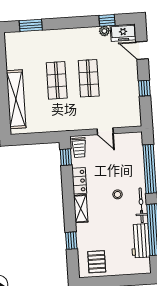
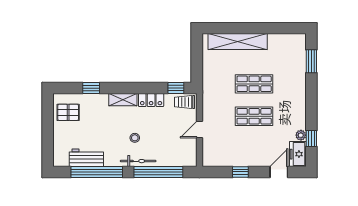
bicycle: (141, 205) -> (138, 161), moved

